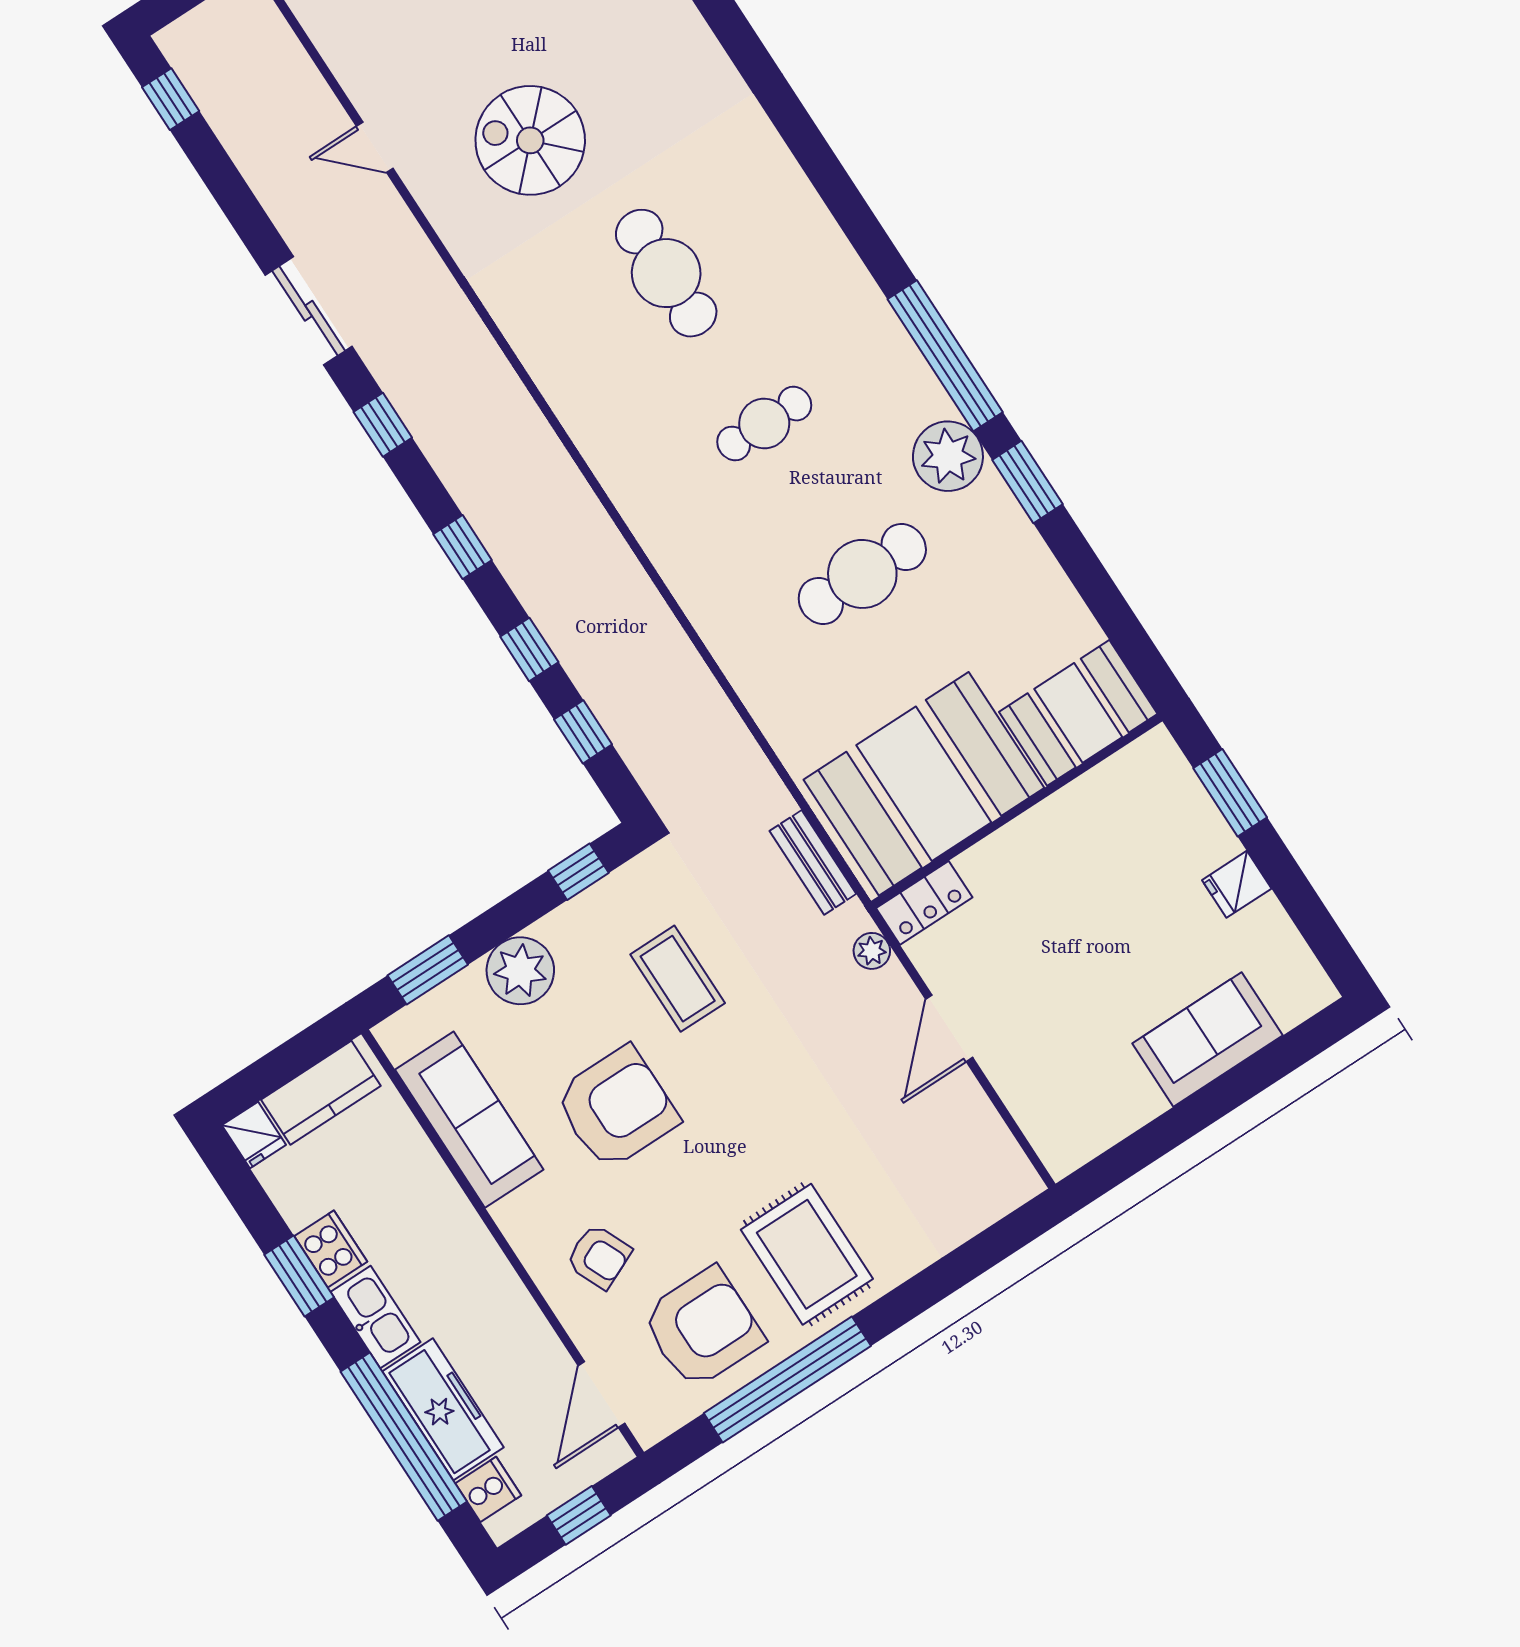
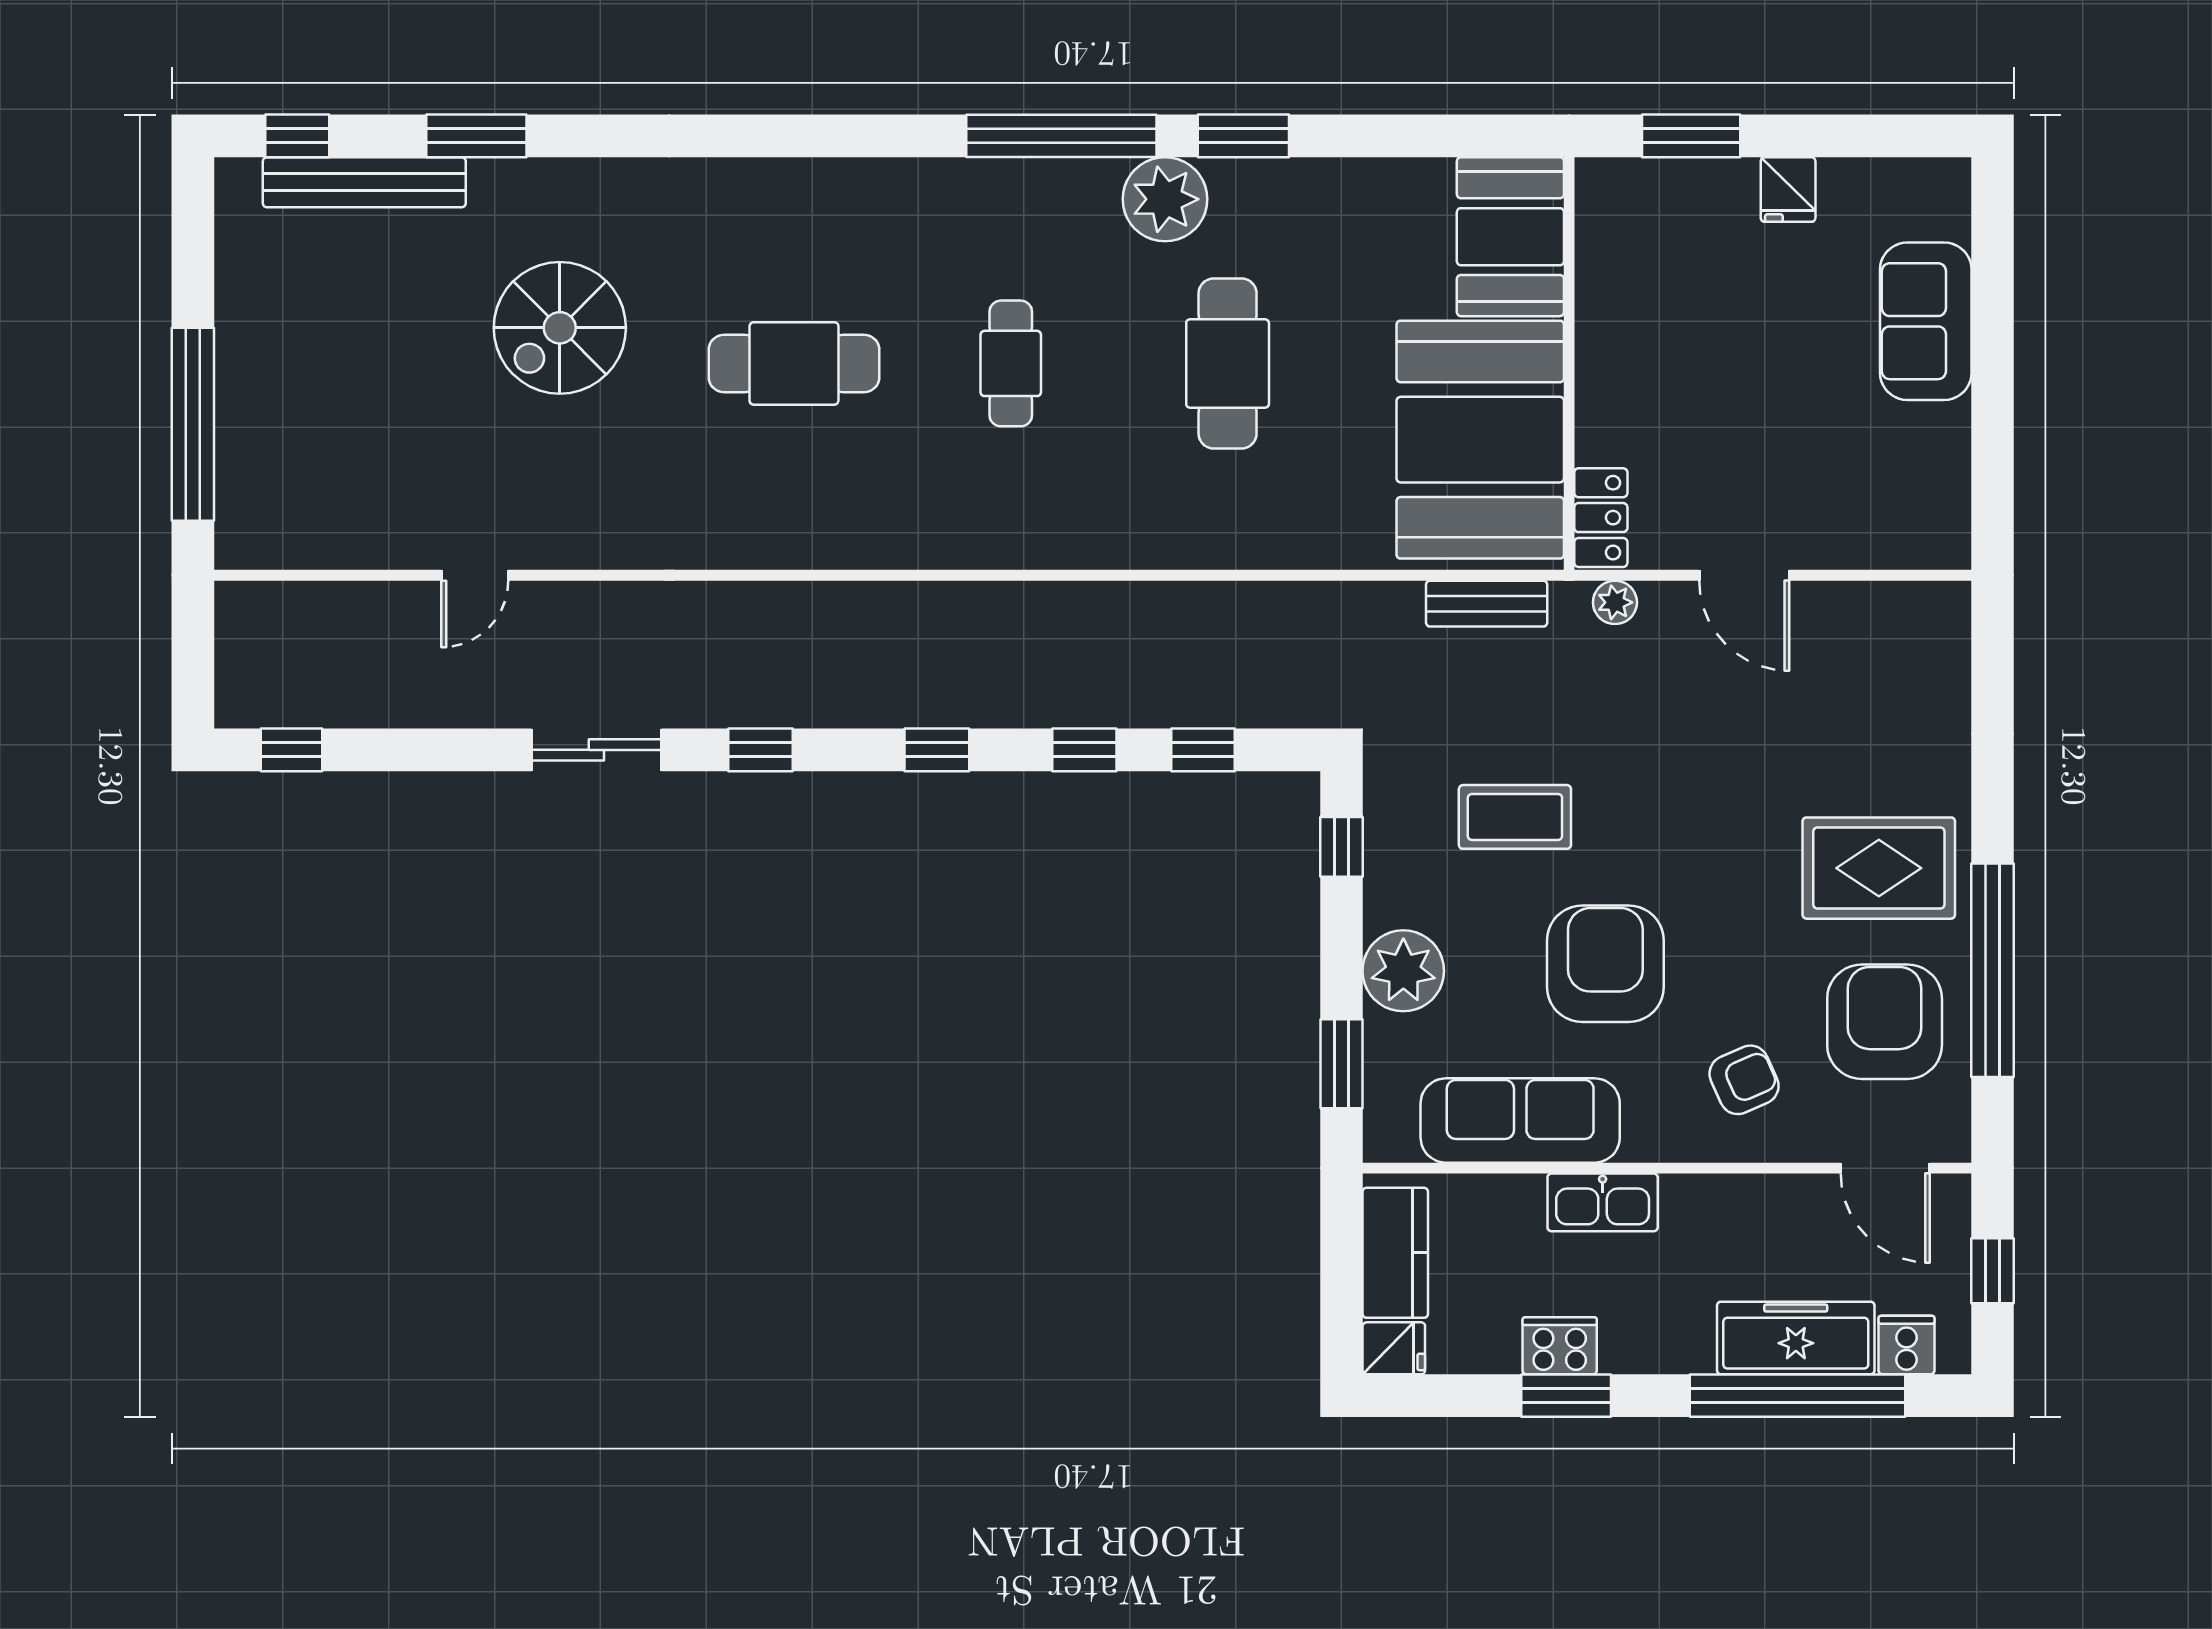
spiral stairs: (530, 140) -> (560, 328), moved
kitchen sink: (375, 1317) -> (1603, 1202), moved, turned 180

